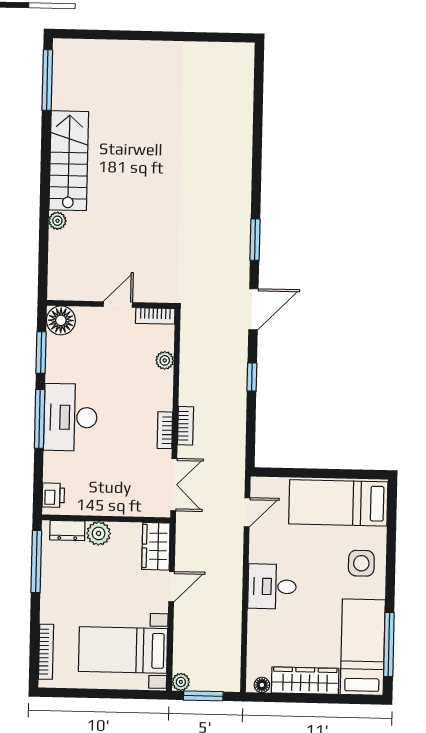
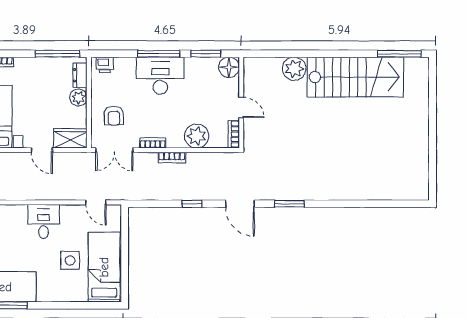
stairs: (69, 161) -> (355, 77), width x1.36, depth x1.51
plant: (57, 221) -> (294, 69), width x1.88, depth x1.88
plant: (165, 360) -> (197, 136), width x1.87, depth x1.87
bookcase: (186, 426) -> (172, 157), moved
armchair: (125, 484) -> (114, 116), added
side table: (361, 563) -> (70, 260), moved

